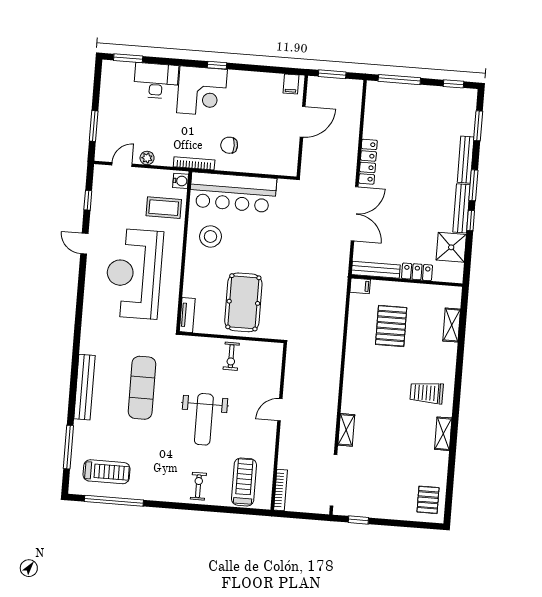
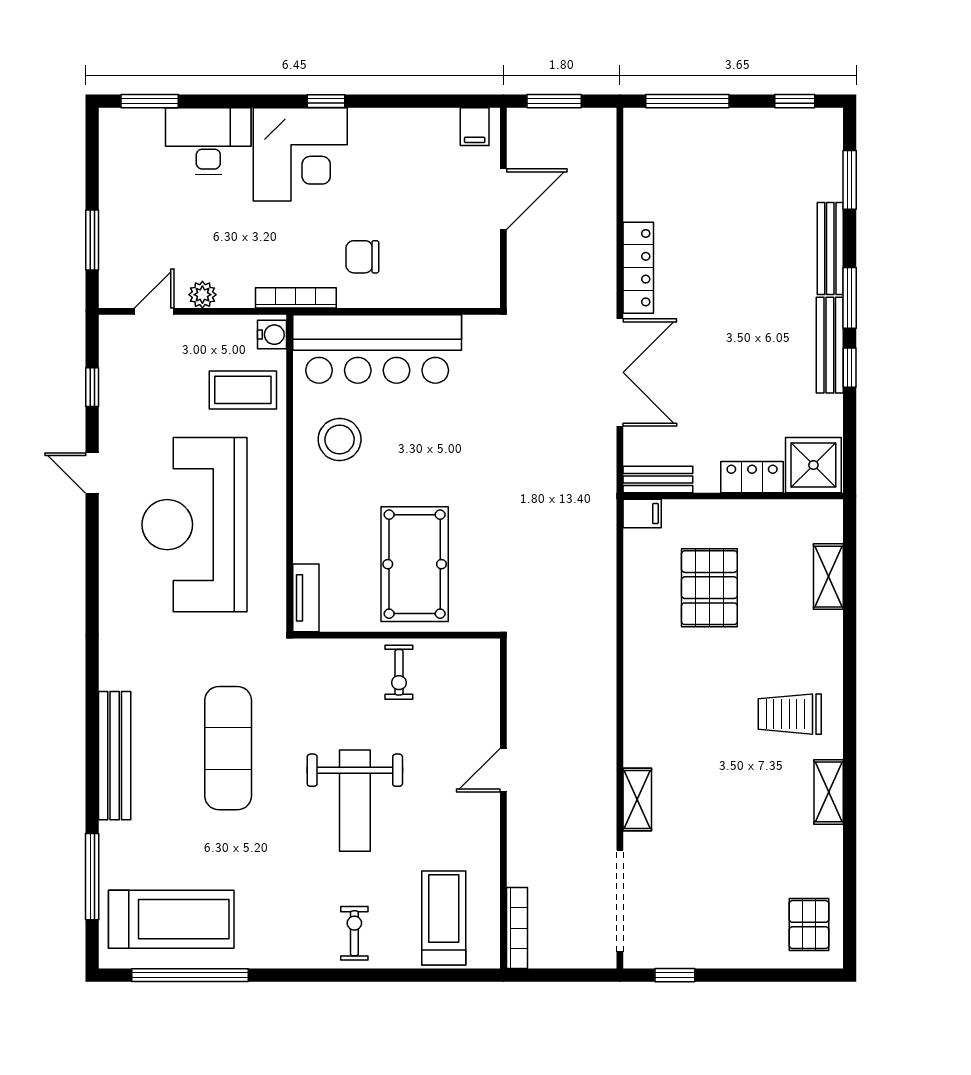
shower: (451, 247) -> (813, 465), moved
bench: (376, 270) -> (658, 480), width x0.73
treadmill: (107, 472) -> (171, 919), width x1.37, depth x1.38

